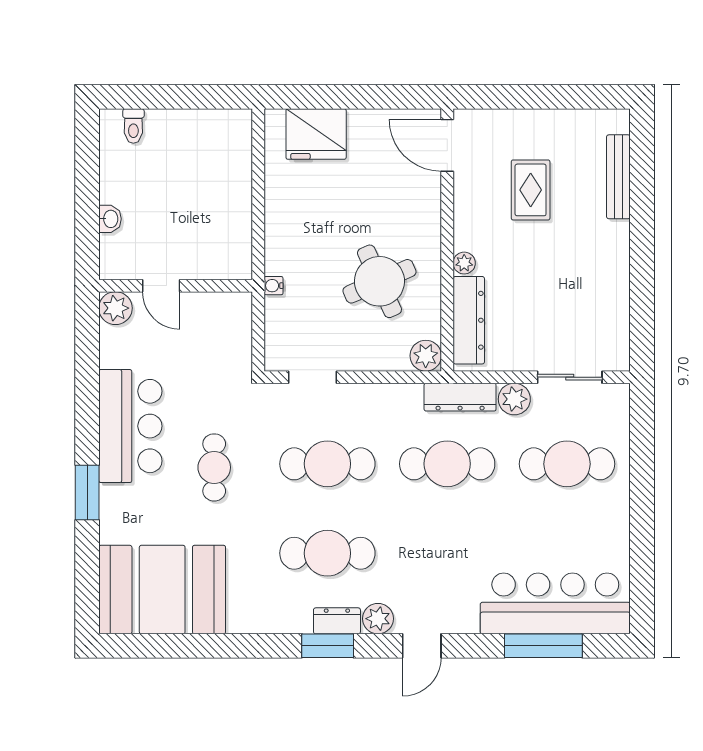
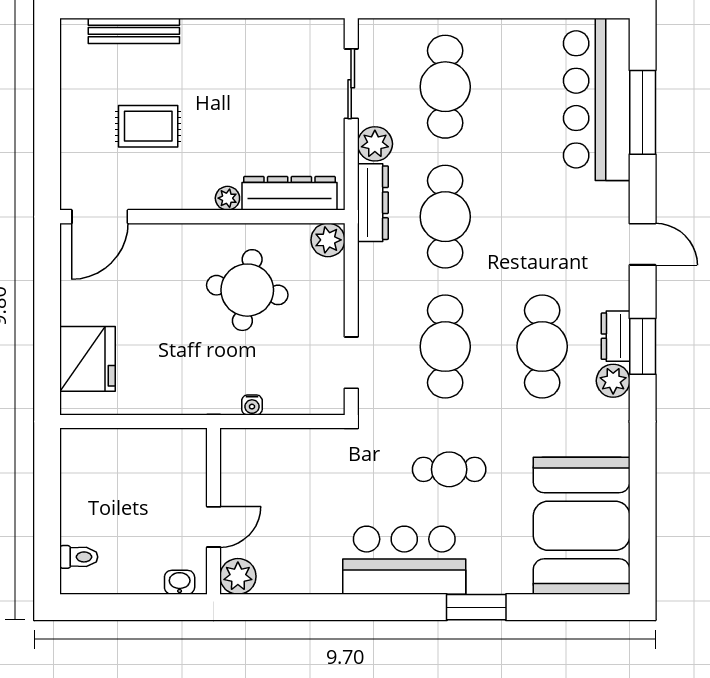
round table: (379, 281) -> (247, 290), turned 33
door: (161, 286) -> (214, 527), moved
wall: (176, 286) -> (214, 511), moved
plant: (115, 308) -> (238, 576), moved
plant: (378, 619) -> (613, 381), moved

